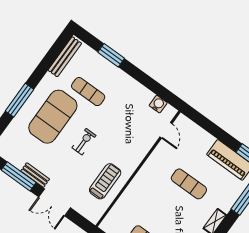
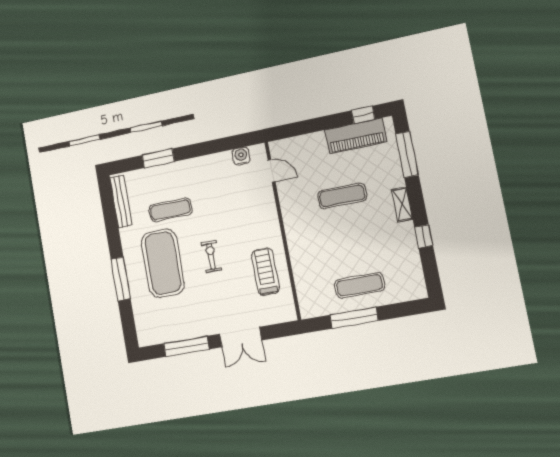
bench: (35, 175) -> (199, 330), removed

